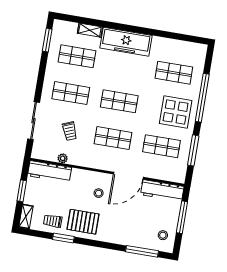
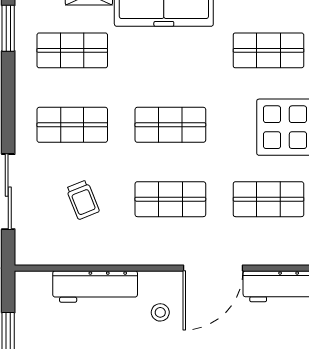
plant: (63, 158) -> (78, 256), removed
workbench: (50, 172) -> (95, 286), moved

